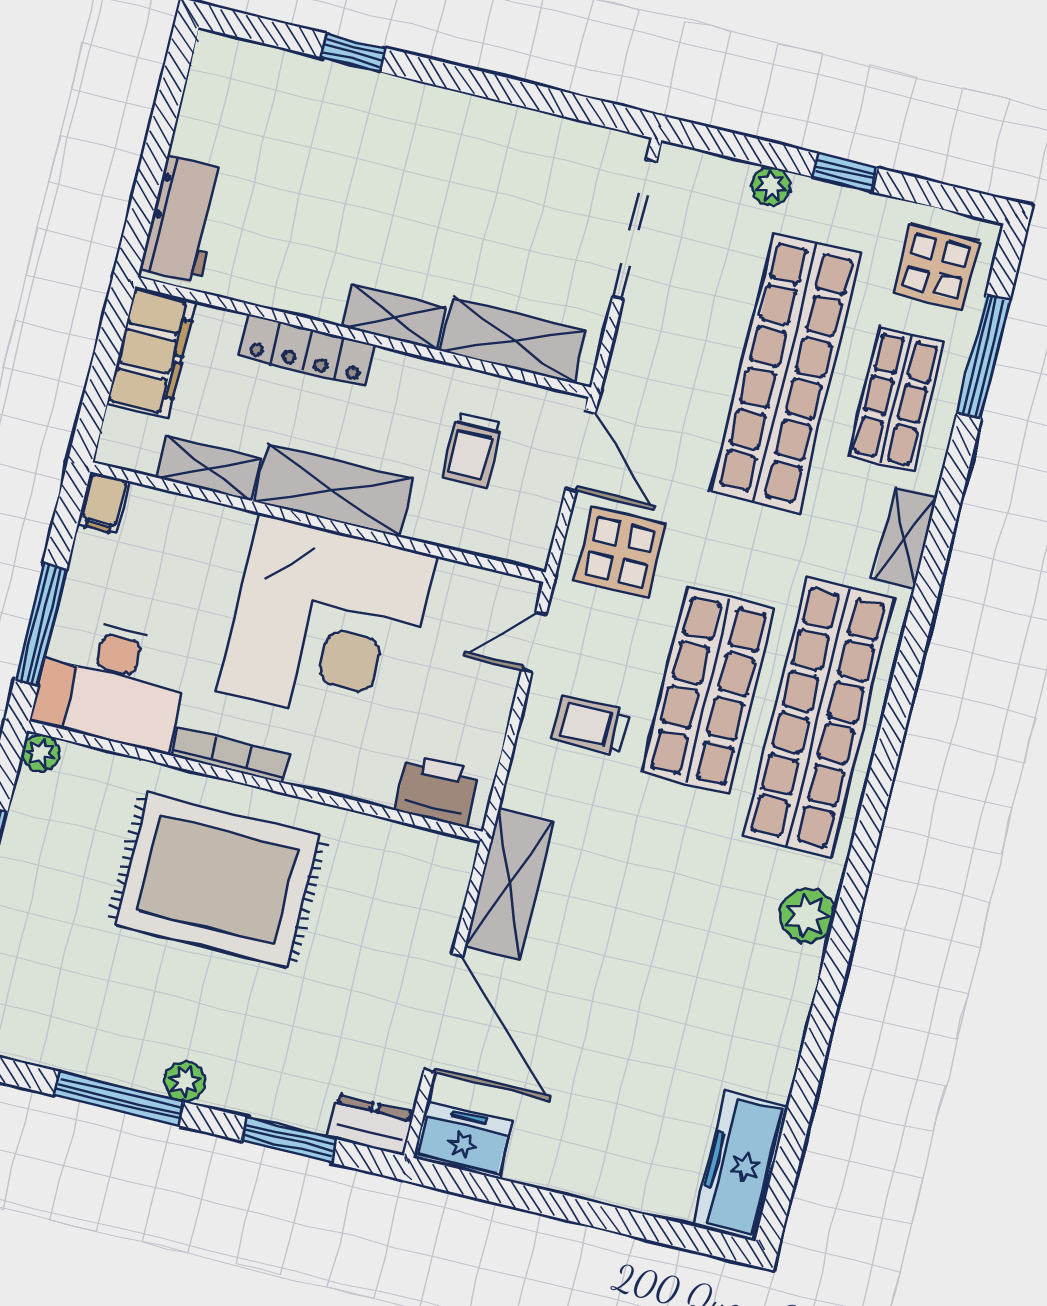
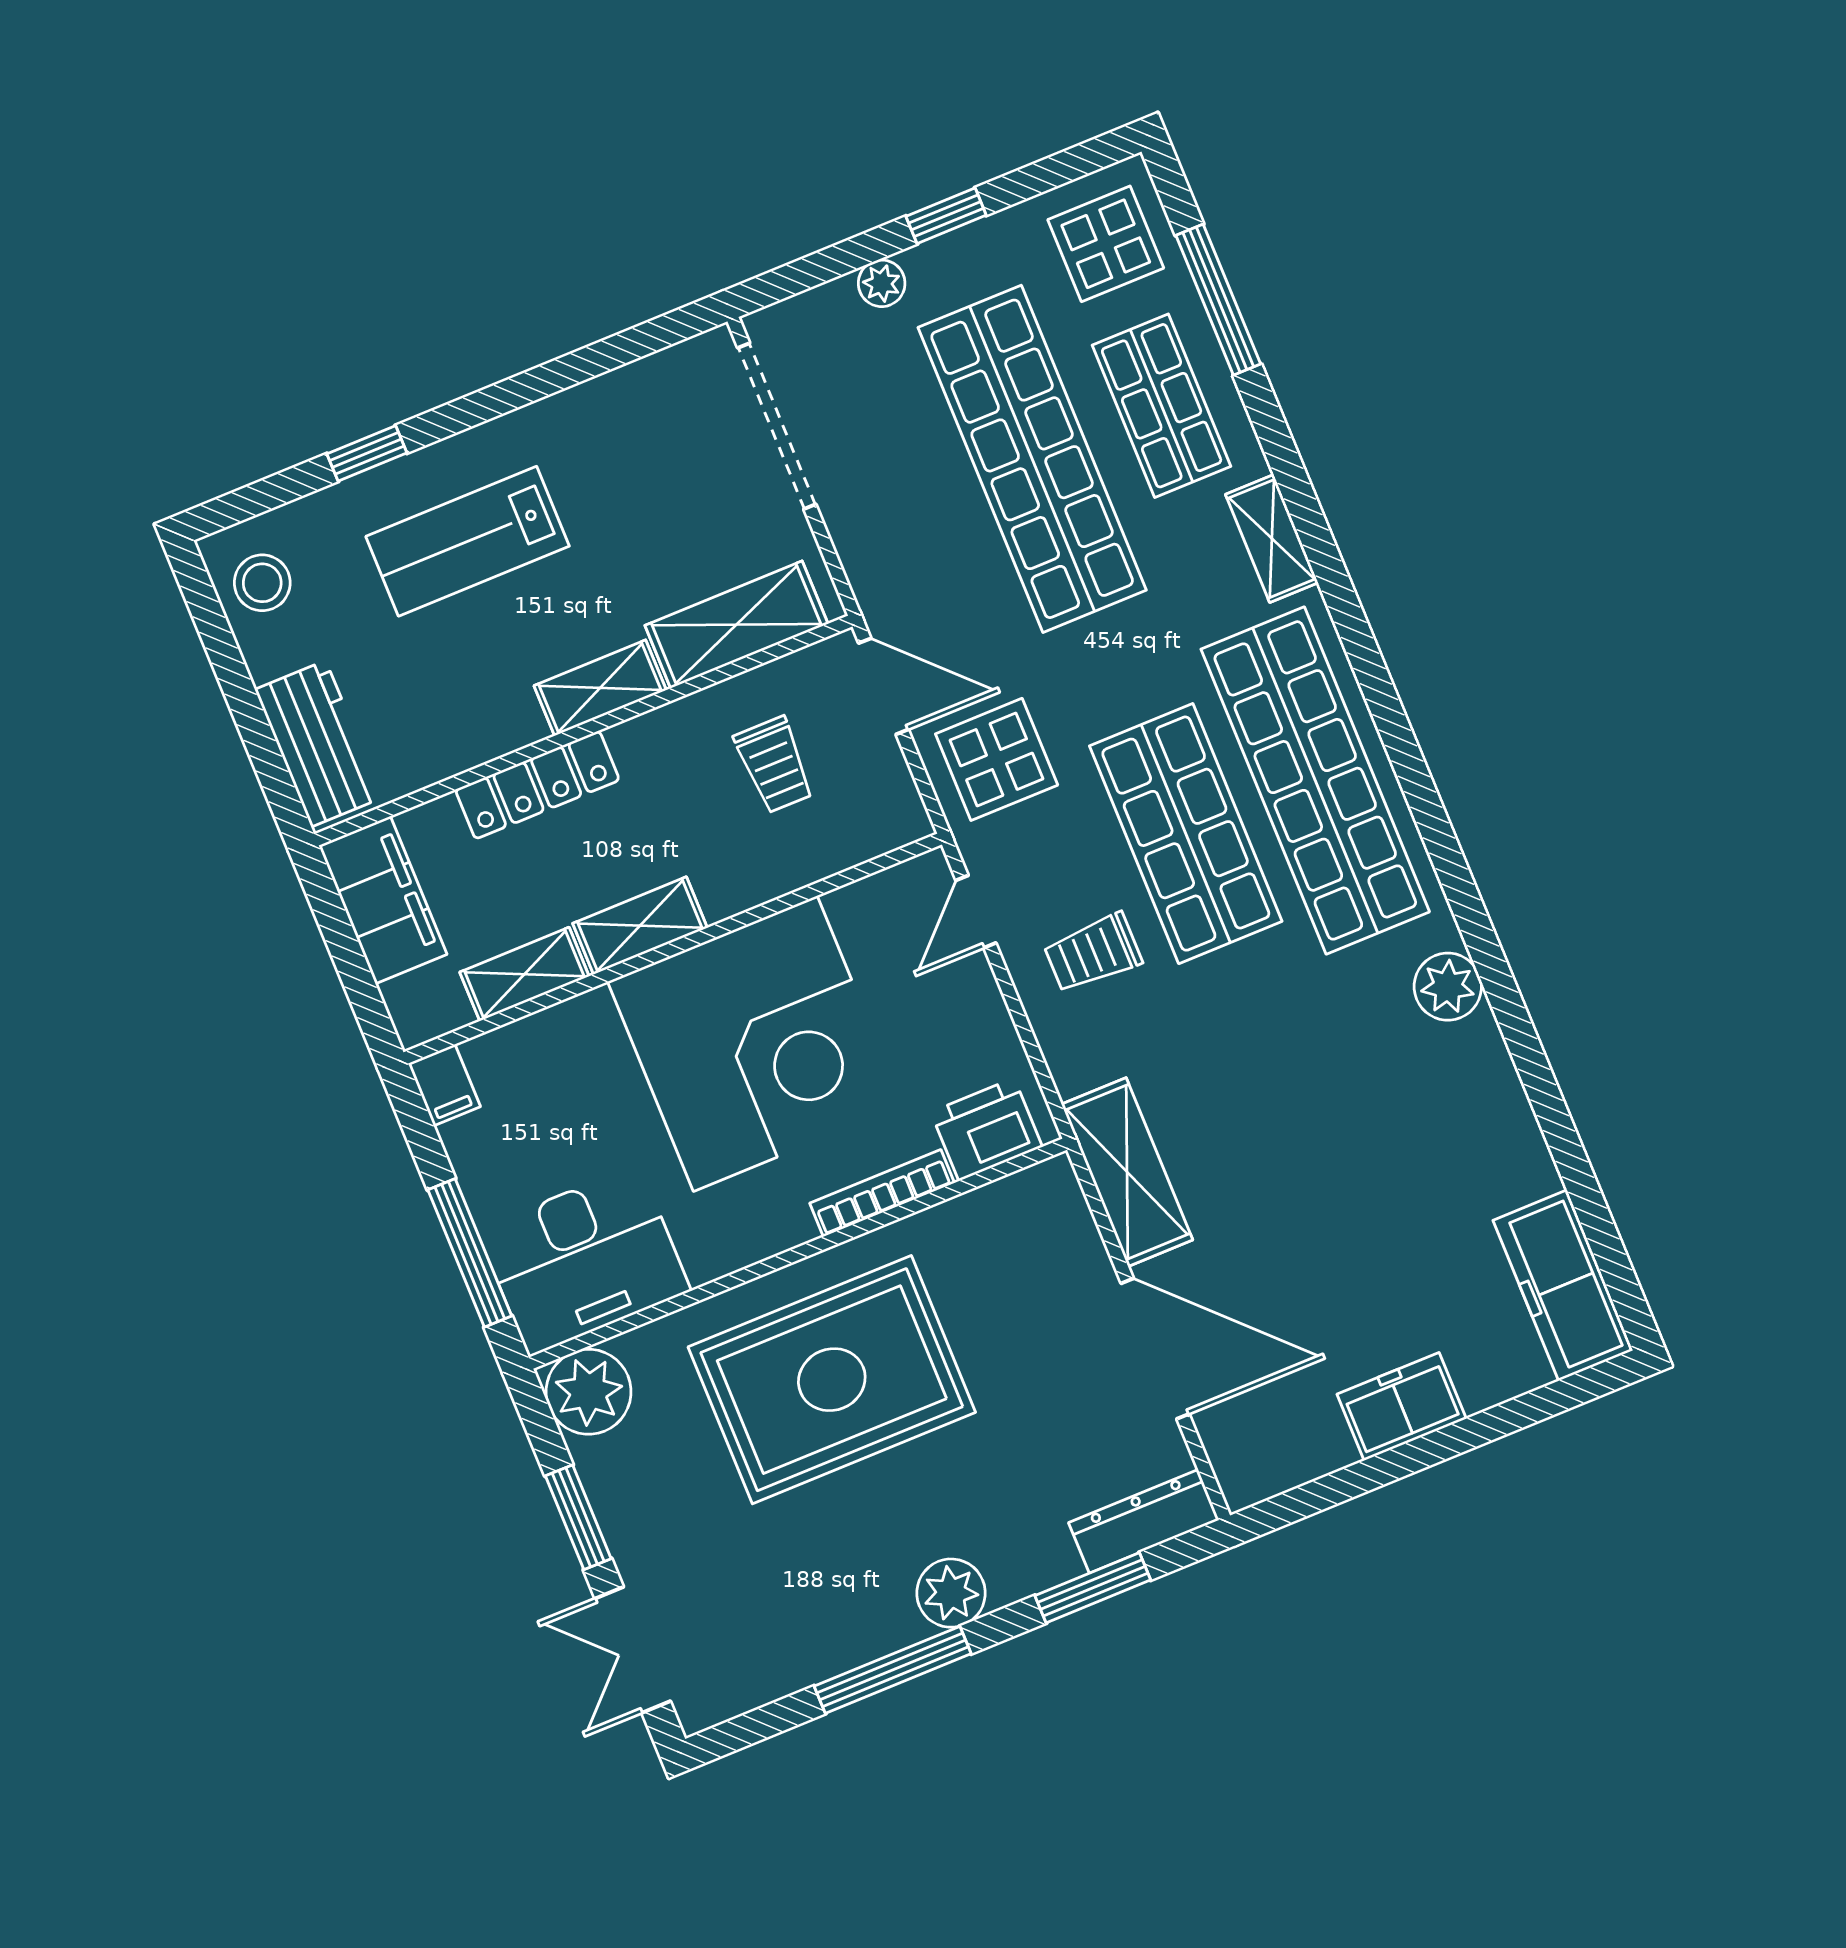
stool: (223, 88) -> (262, 583), added
lab bench: (377, 158) -> (468, 541), added
shelving: (333, 490) -> (640, 926), width x0.67, depth x0.75
plant: (41, 753) -> (589, 1392), width x1.88, depth x1.88
bookcase: (231, 755) -> (882, 1193), moved
plant: (185, 1082) -> (951, 1593), width x1.38, depth x1.38
dresser: (371, 1125) -> (1144, 1521), width x1.44
freezer: (463, 1140) -> (1402, 1406), moved

